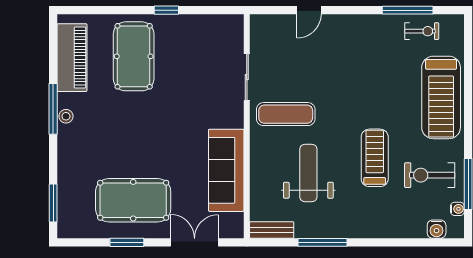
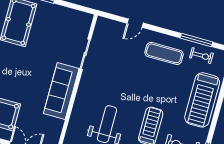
exercise mat: (286, 114) -> (164, 53), moved
sofa: (226, 170) -> (61, 91), moved

